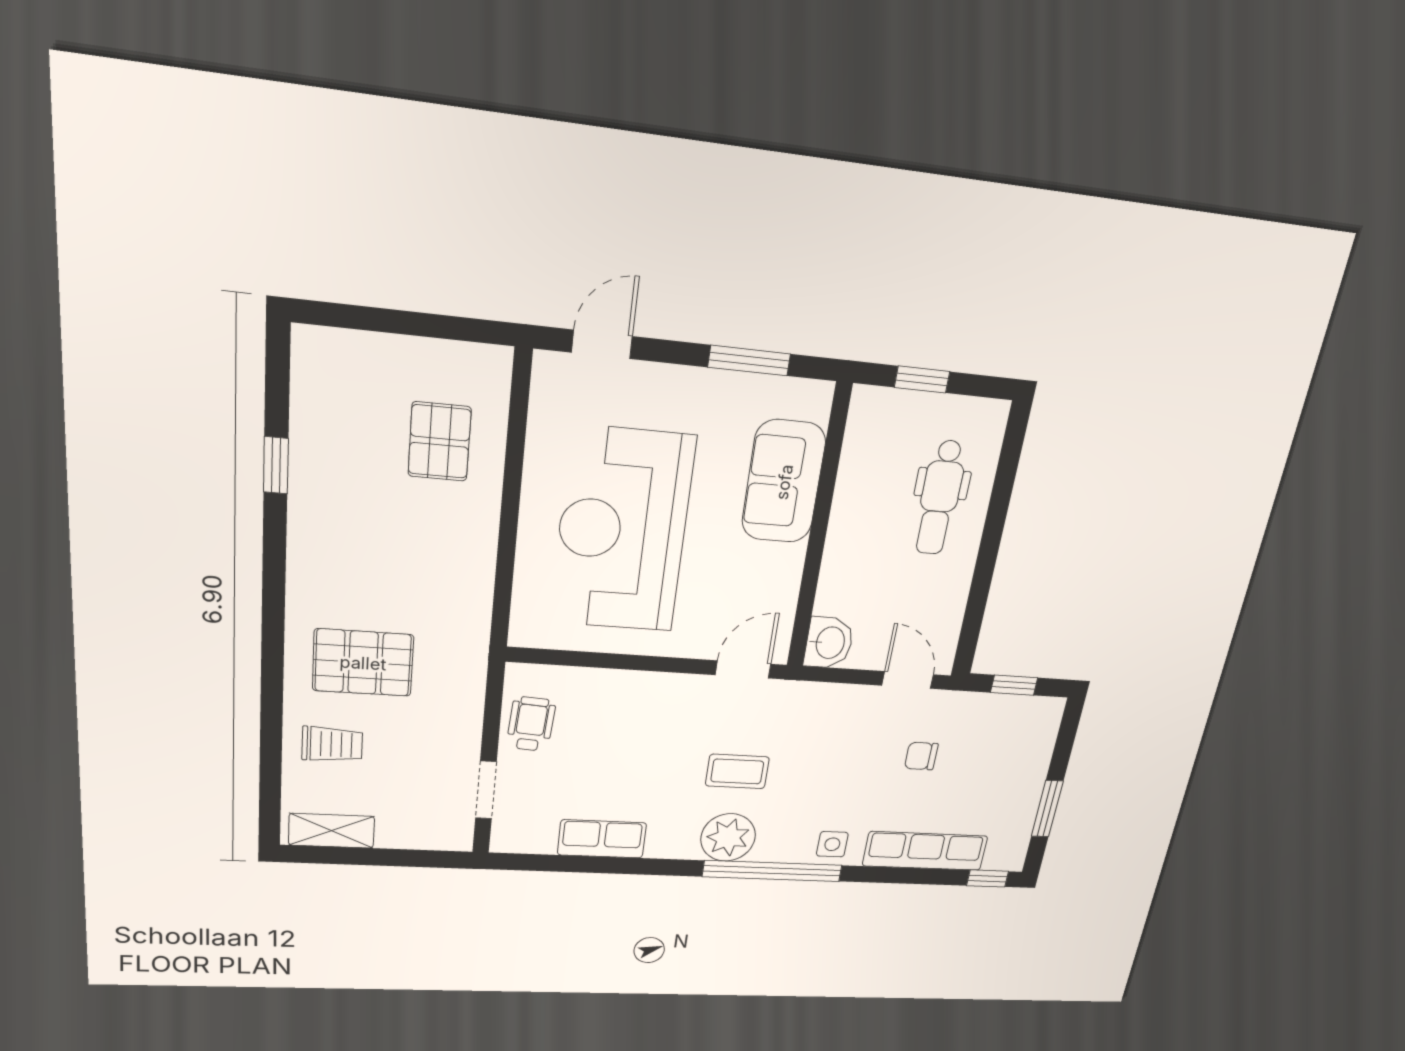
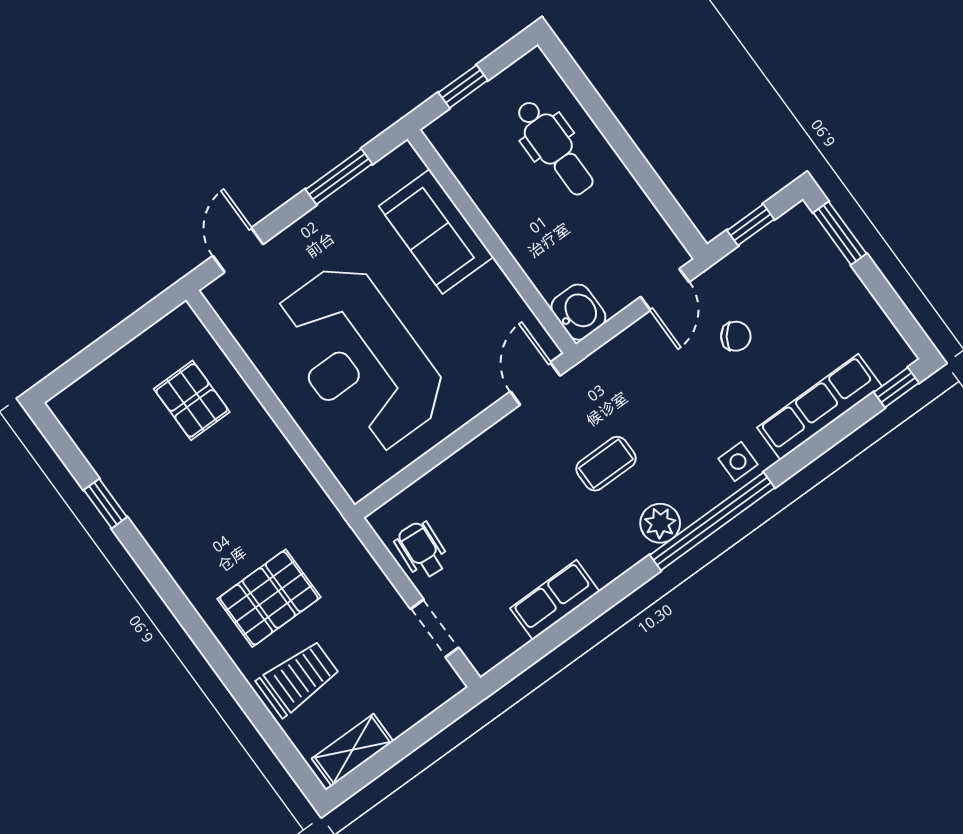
door: (908, 680) -> (665, 289), swing flipped
trolley: (332, 744) -> (298, 679), width x1.36, depth x1.39
chair: (921, 756) -> (736, 336), turned -145
window: (1047, 809) -> (840, 233), moved
plant: (728, 837) -> (660, 523), width x0.73, depth x0.73

